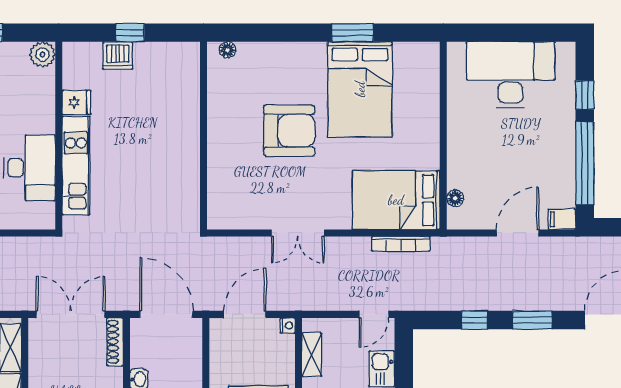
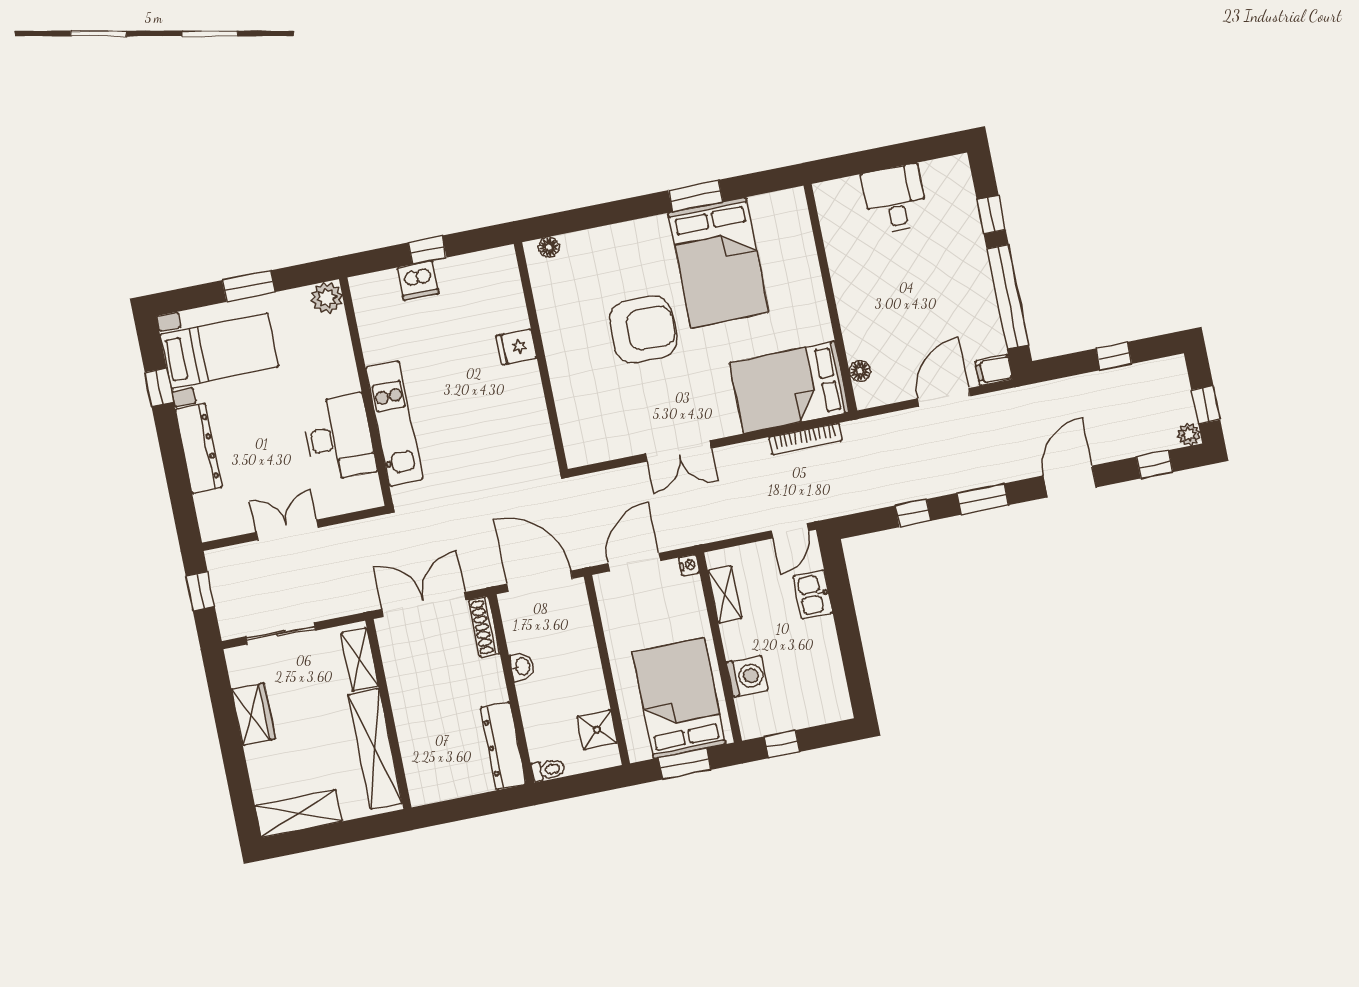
desk: (511, 75) -> (895, 199), width x0.53, depth x0.77
fridge: (77, 102) -> (516, 347), moved, turned 180

